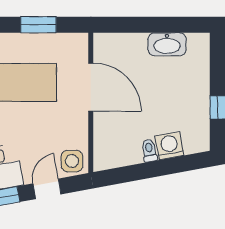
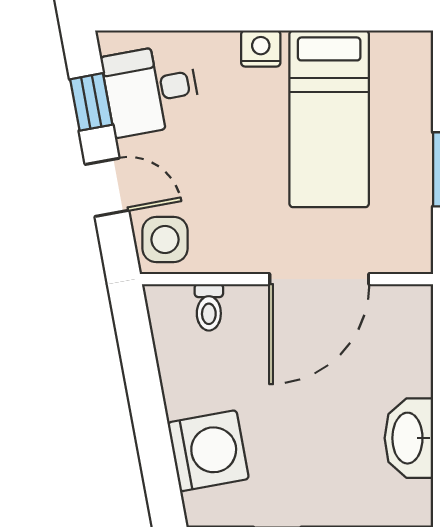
washing machine: (169, 146) -> (208, 451), width x1.37, depth x1.37
toilet: (149, 151) -> (209, 307), moved, turned 100

